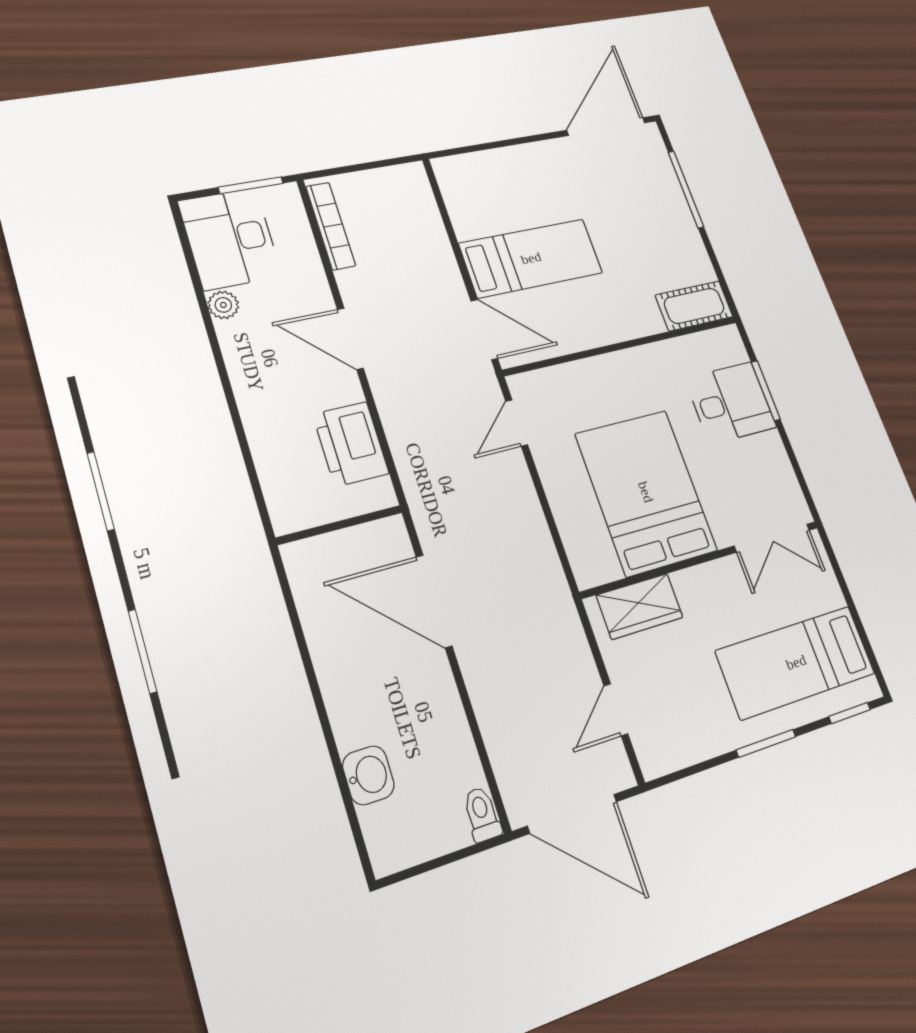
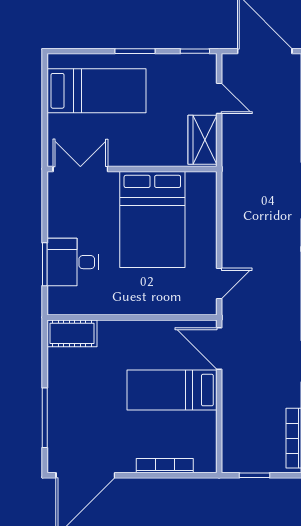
bookcase: (505, 156) -> (165, 466), added
window: (373, 165) -> (255, 475), added
wardrobe: (640, 606) -> (202, 140), moved, turned -90
door: (616, 710) -> (219, 98), hinge flipped
window: (850, 713) -> (195, 51), moved

